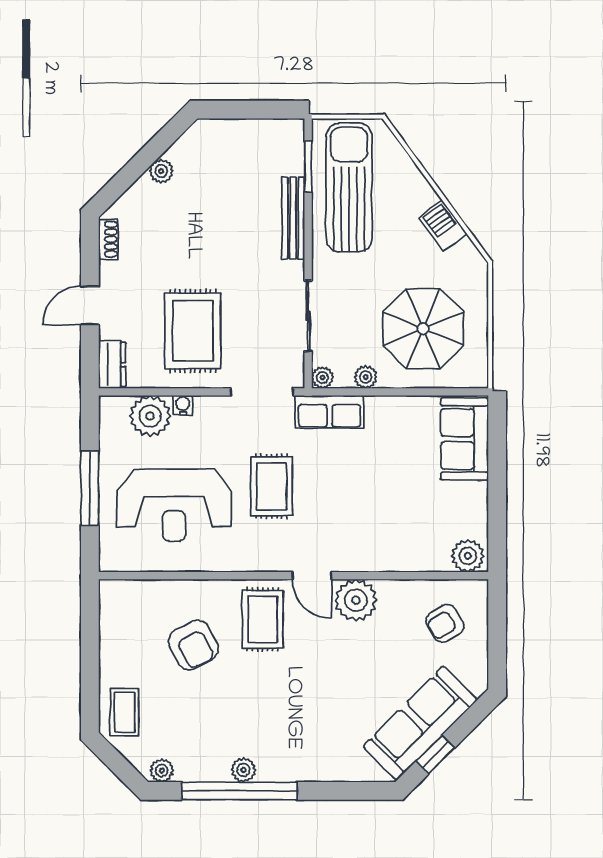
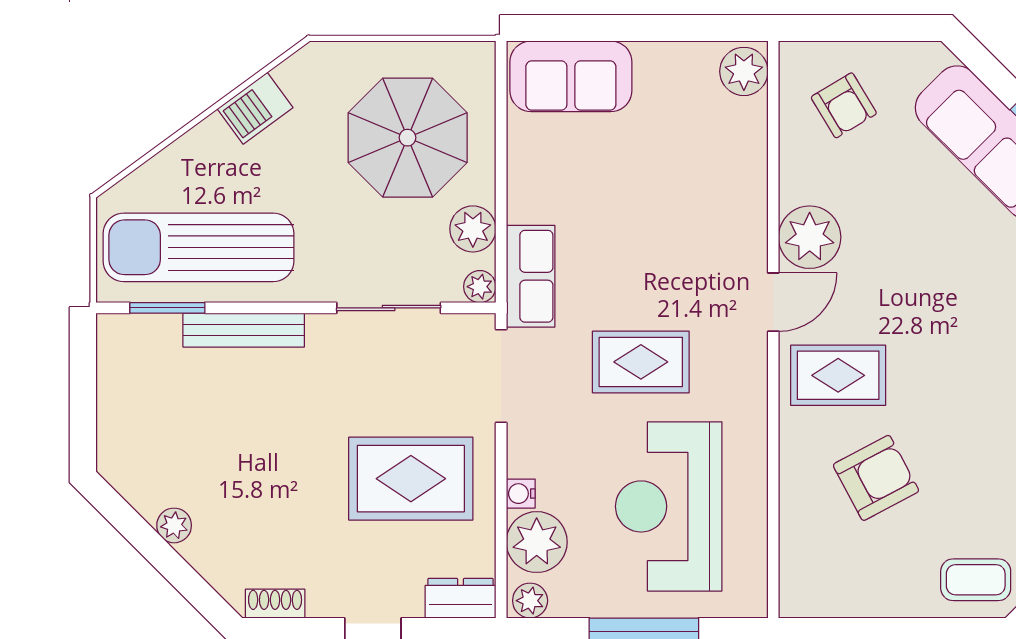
plant: (366, 377) -> (473, 229), width x1.38, depth x1.38
plant: (110, 411) -> (530, 601), added
reception desk: (174, 505) -> (669, 506), turned 180

